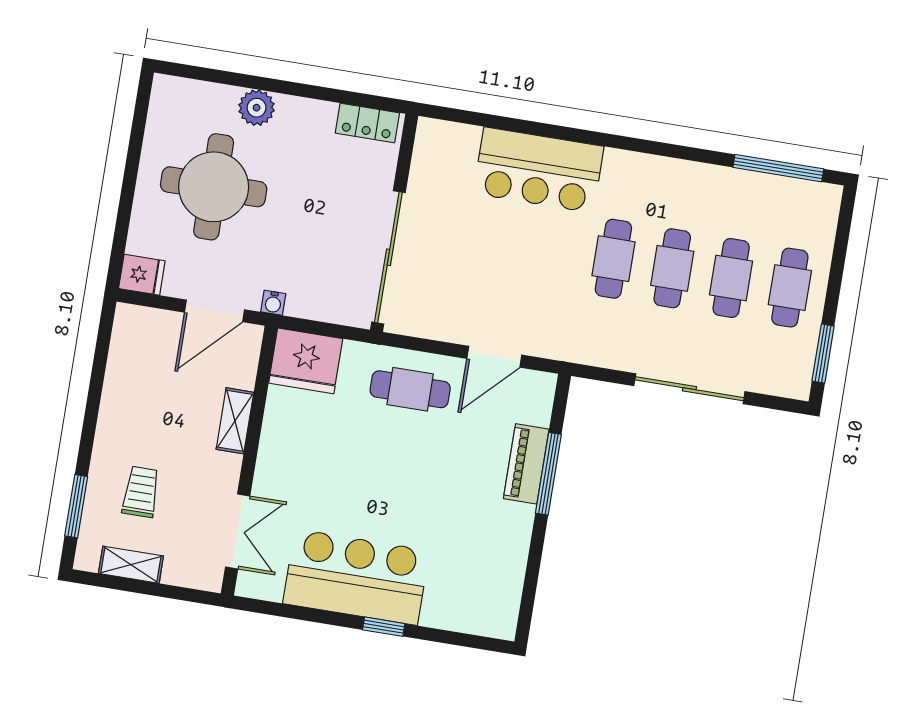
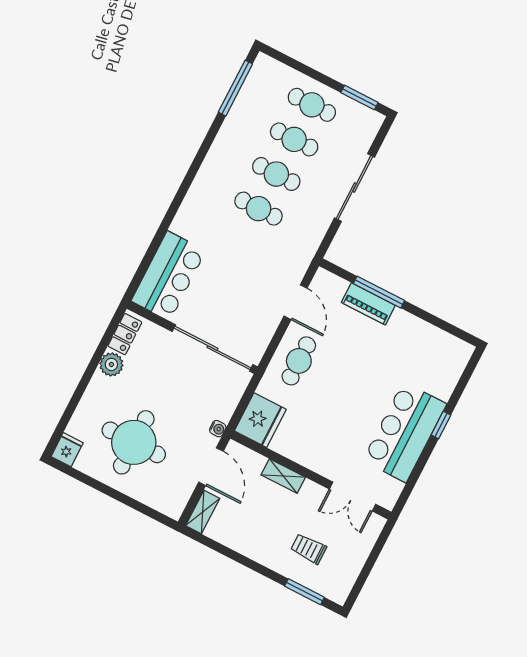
plant: (257, 108) -> (111, 364), moved
bar counter: (539, 170) -> (169, 276), moved
fridge: (142, 275) -> (67, 450), moved
double door: (238, 531) -> (353, 497), swing flipped
shelving: (131, 565) -> (203, 512), moved

